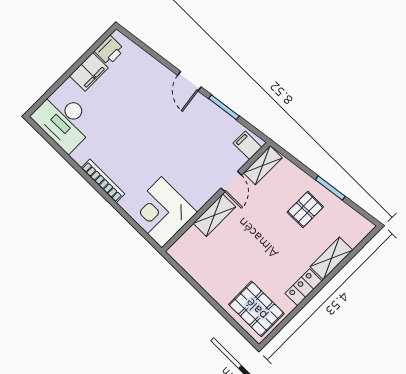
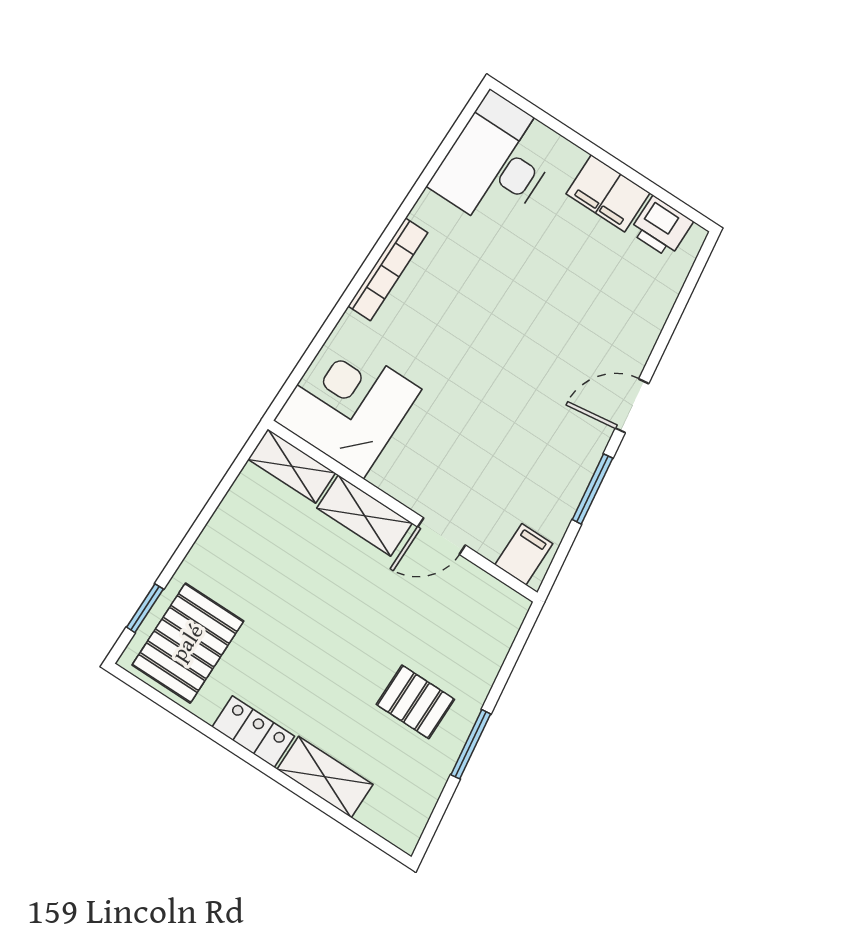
shelving: (263, 165) -> (292, 466), moved
window: (236, 325) -> (145, 608), added

